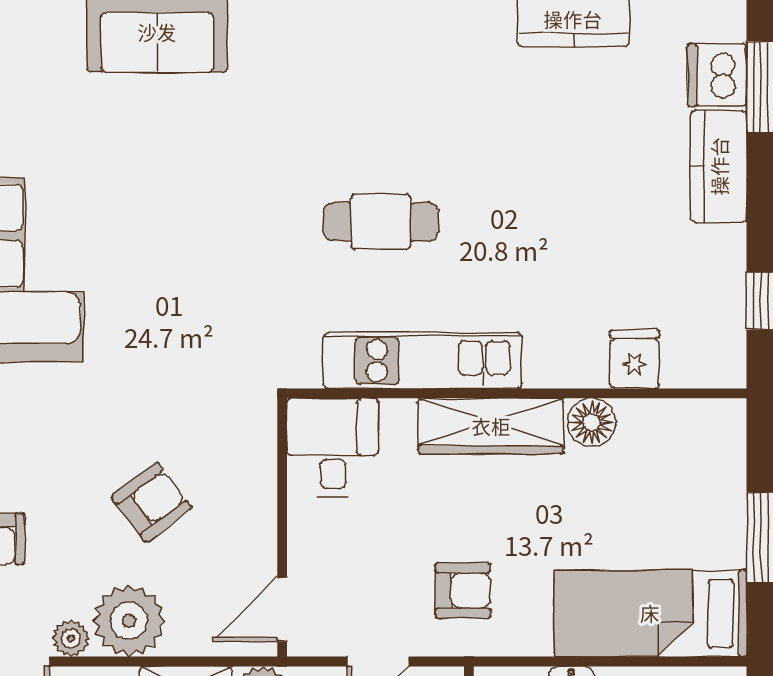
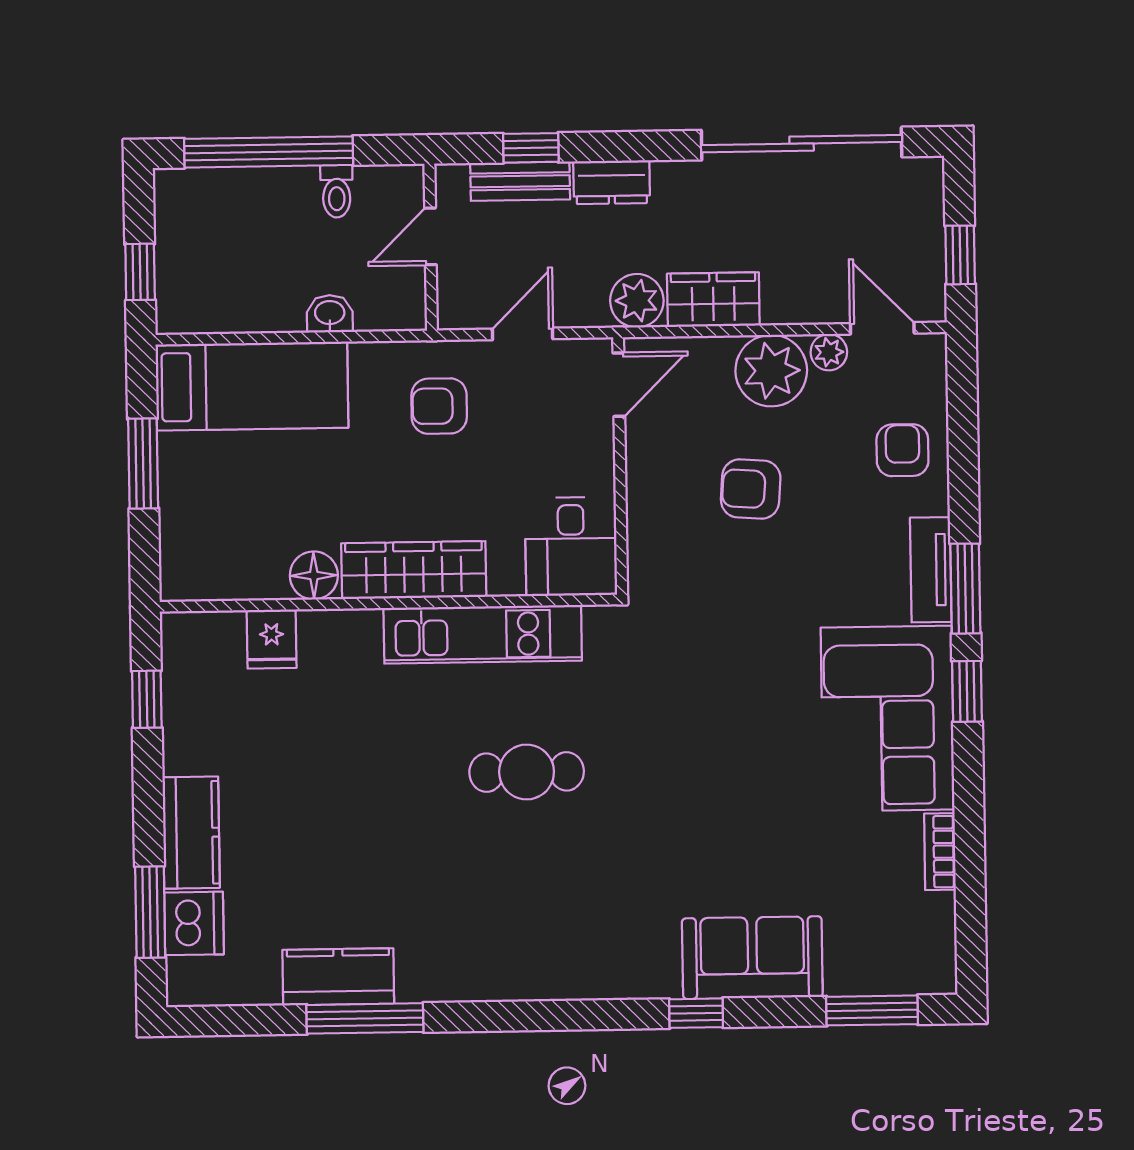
armchair: (151, 502) -> (751, 489), turned 41

